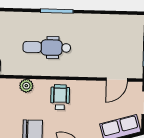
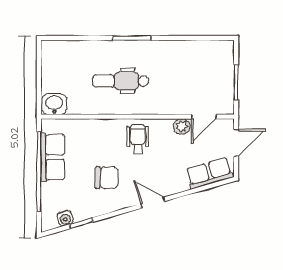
plant: (26, 86) -> (182, 127), moved

